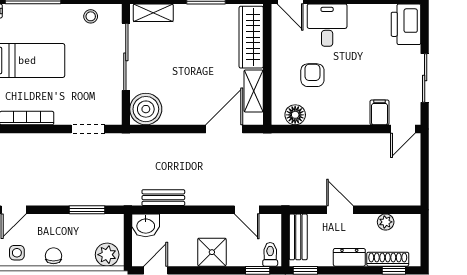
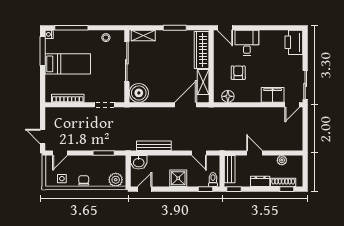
sliding door: (425, 78) -> (305, 85), moved
filing cabinet: (380, 112) -> (273, 95), width x2.00
bench: (163, 198) -> (154, 146), width x1.36

